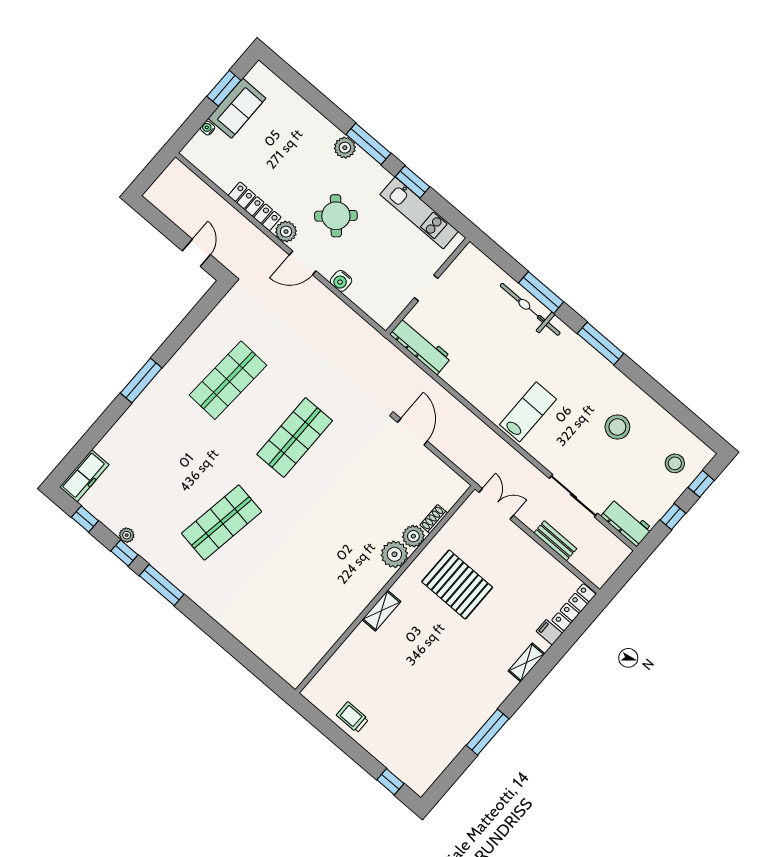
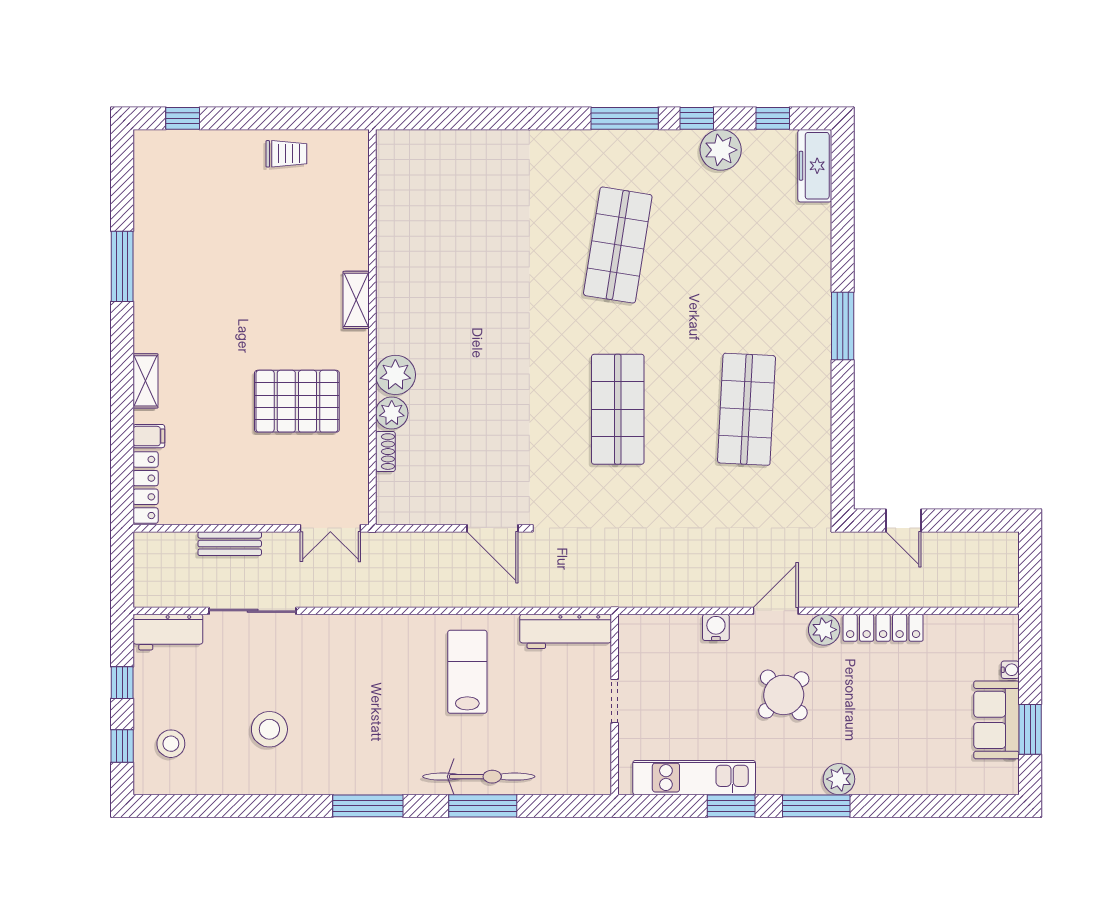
lab bench: (528, 412) -> (467, 672), moved, turned 180
plant: (127, 535) -> (721, 150), width x1.88, depth x1.88

